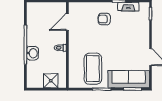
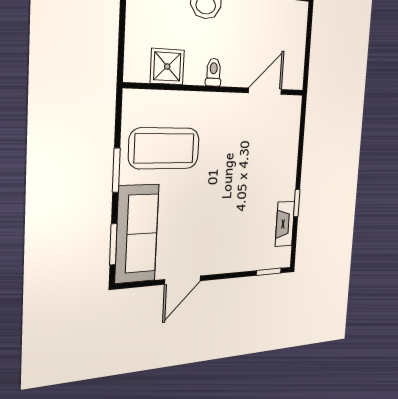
armchair: (104, 19) -> (265, 173), removed
door: (67, 22) -> (265, 91), hinge flipped
shower: (51, 81) -> (167, 67), moved

